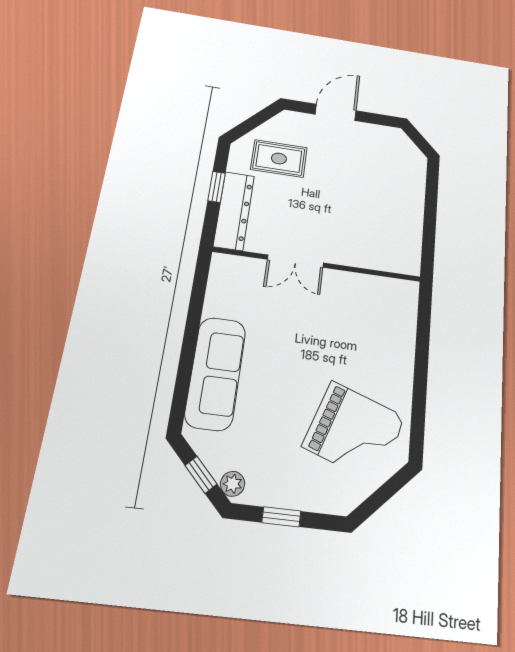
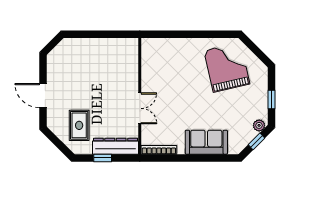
bookcase: (215, 284) -> (159, 150), added
sofa: (216, 373) -> (206, 142), width x0.73
grand piano: (354, 432) -> (227, 67), turned -32

